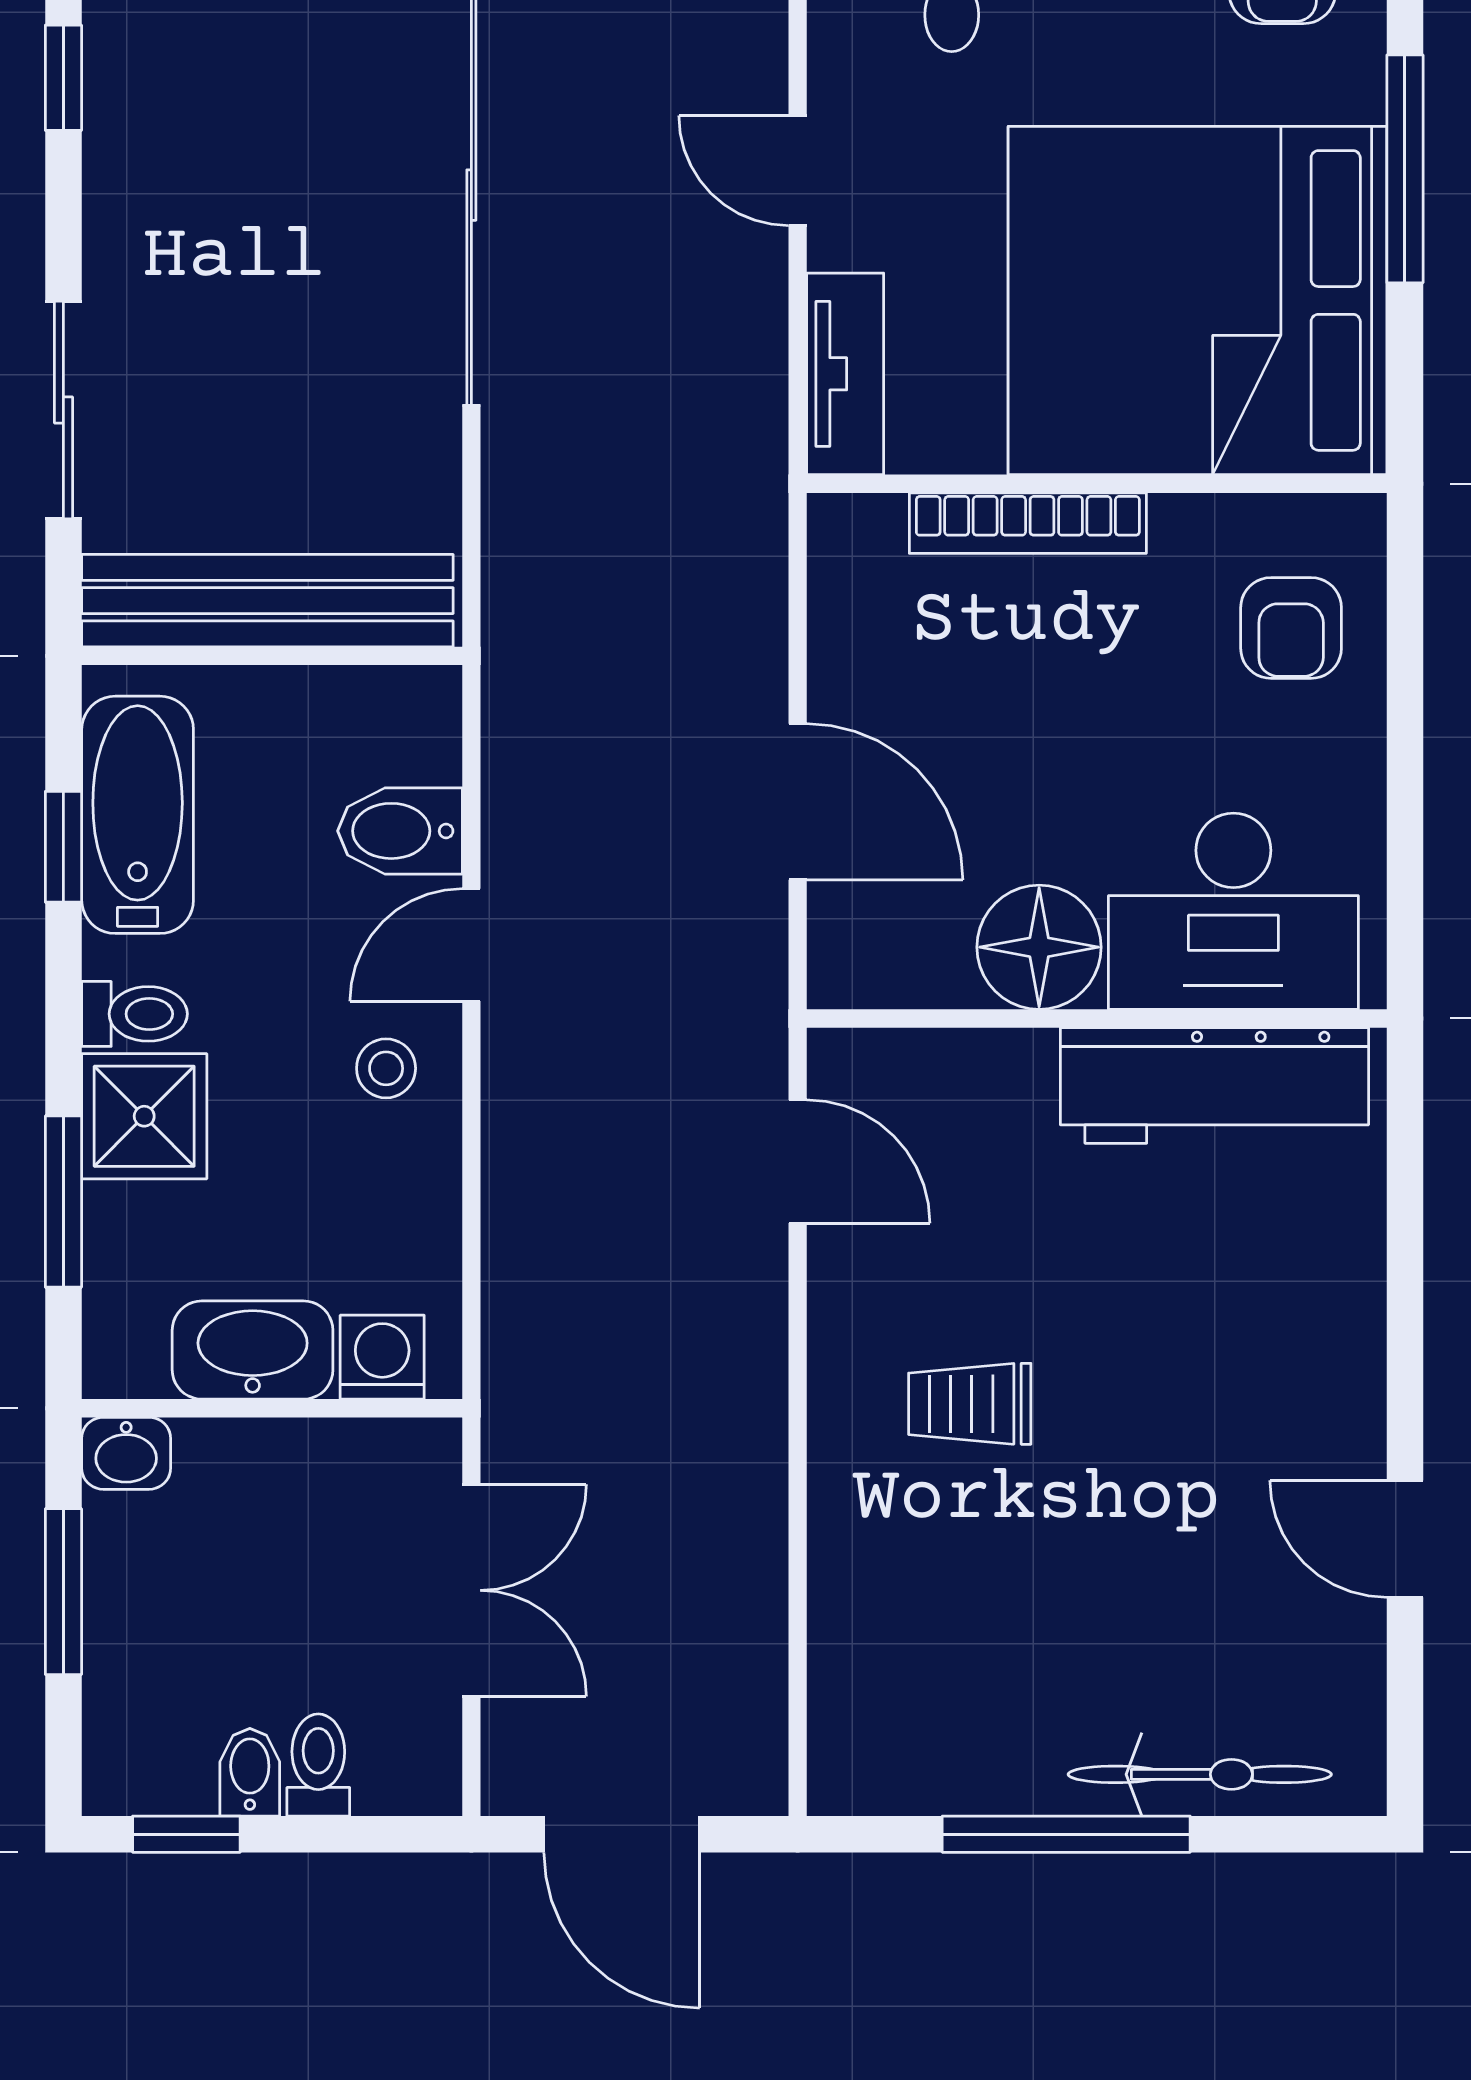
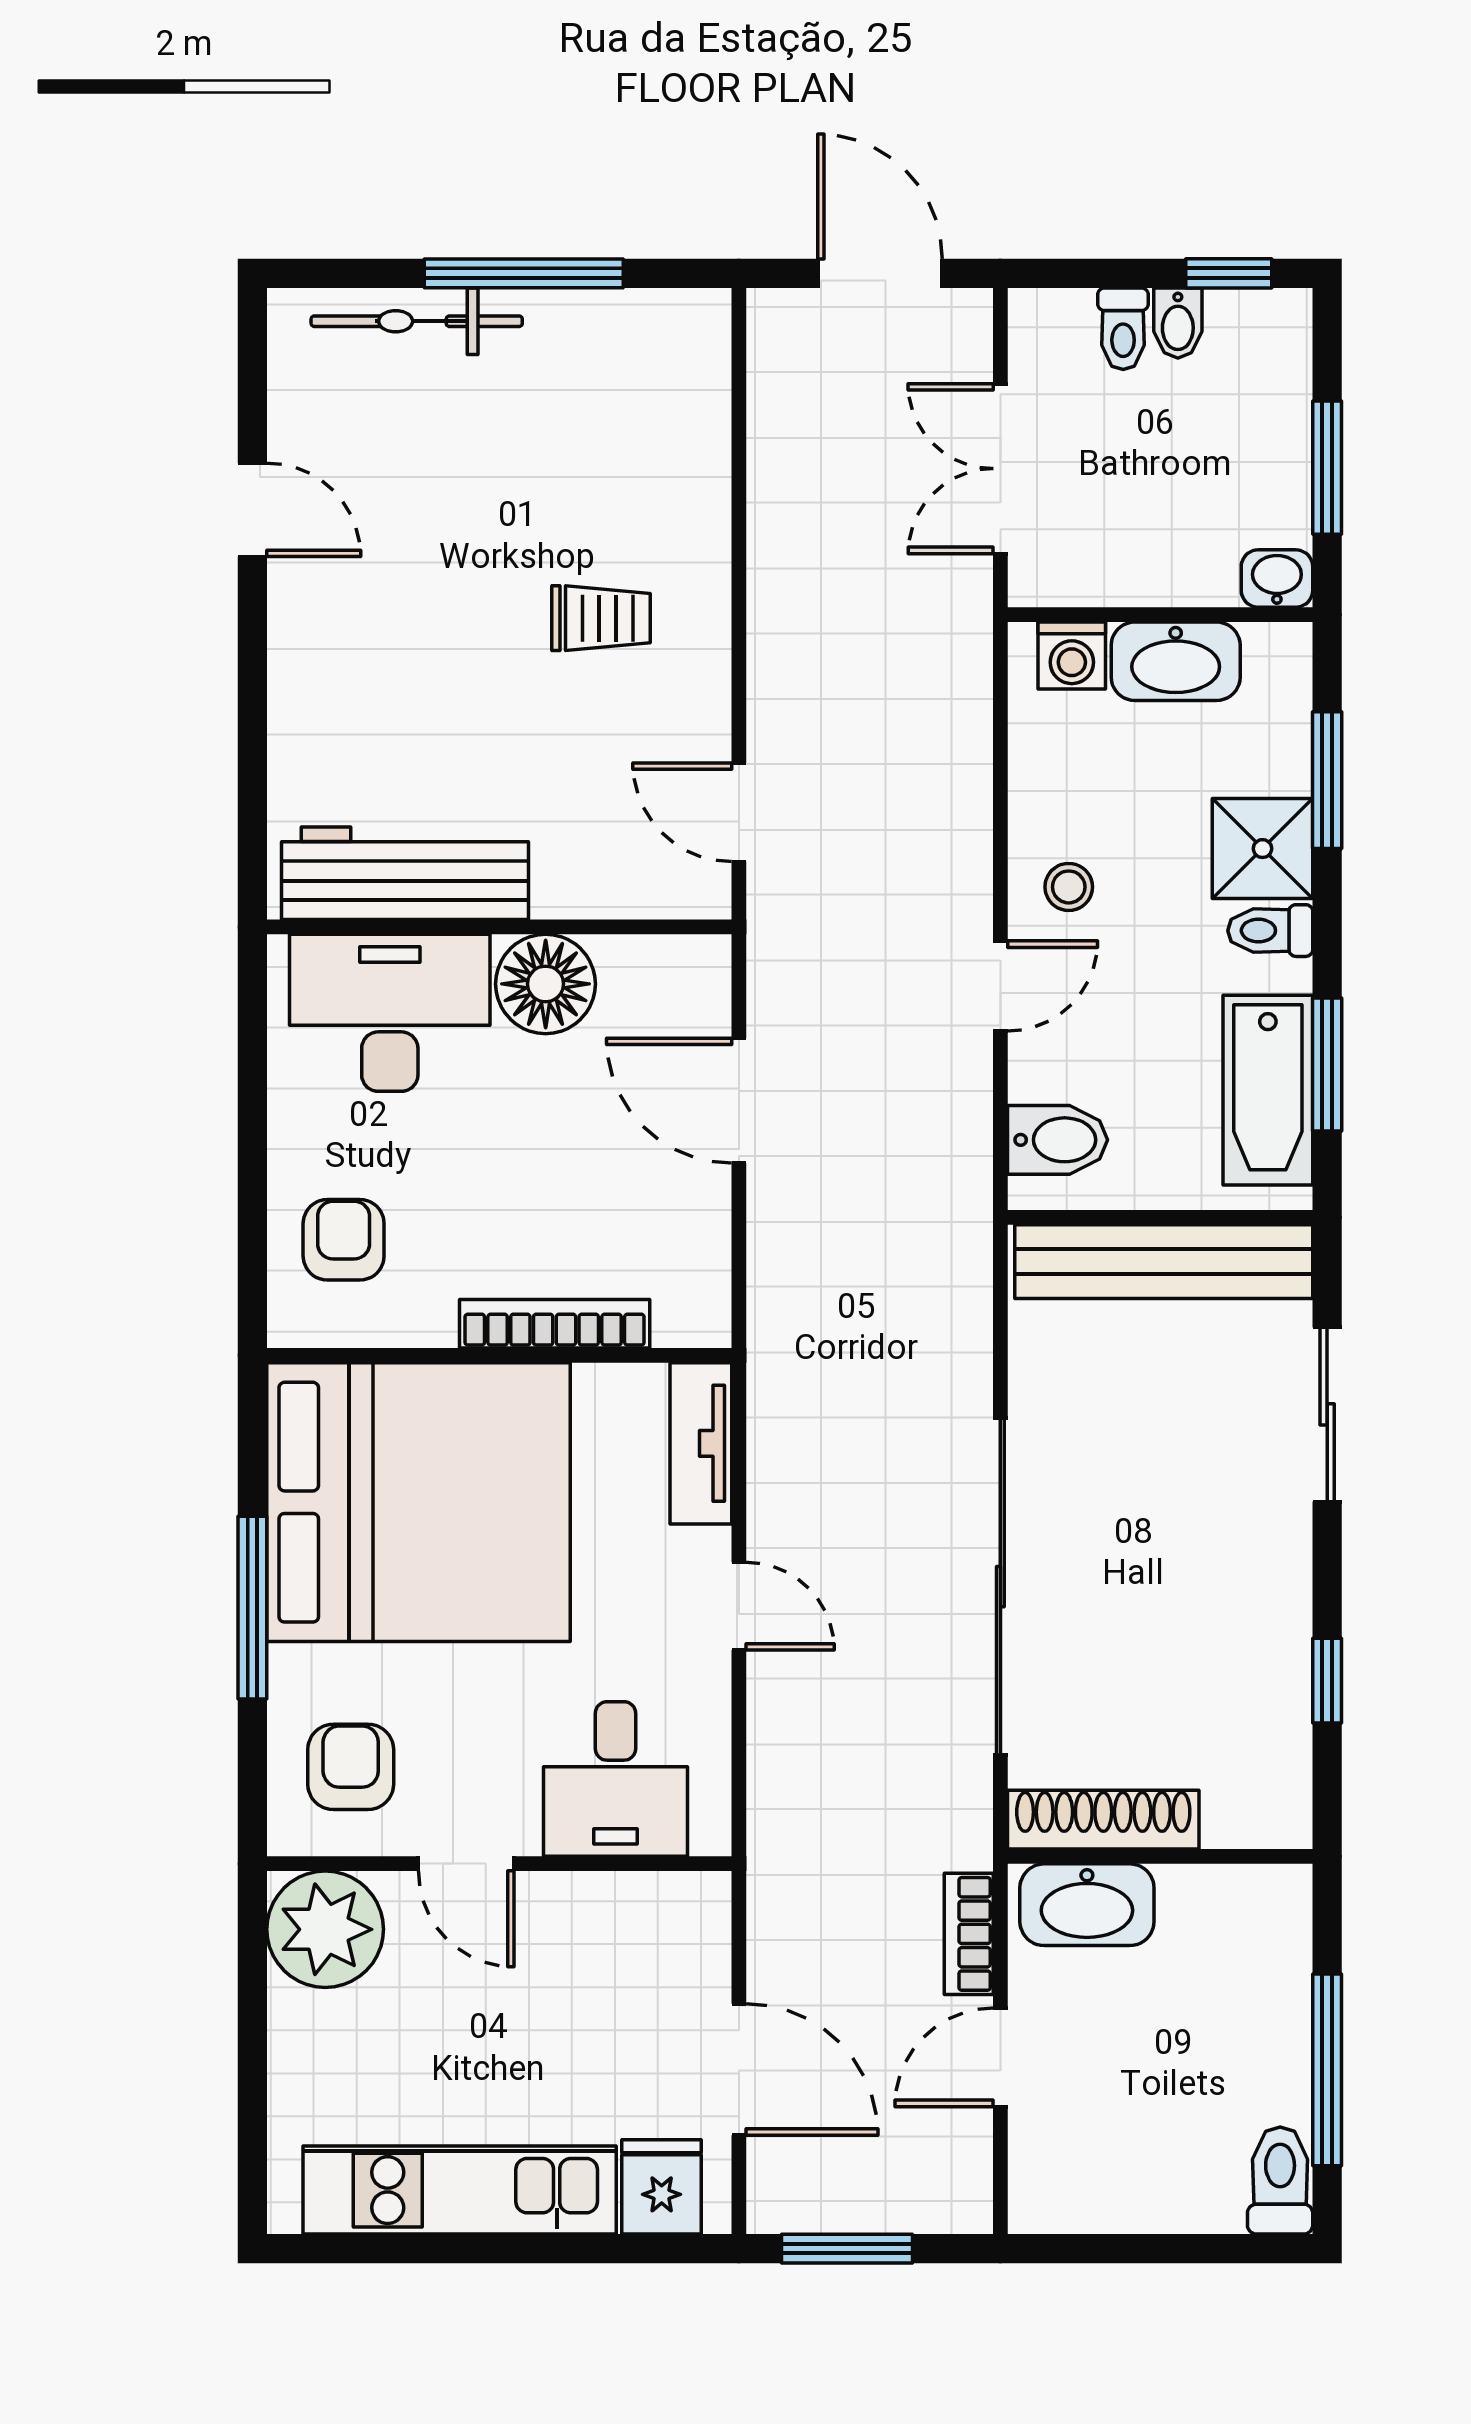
bidet: (400, 831) -> (1058, 1140), moved
window: (63, 847) -> (1327, 1065), width x1.50

